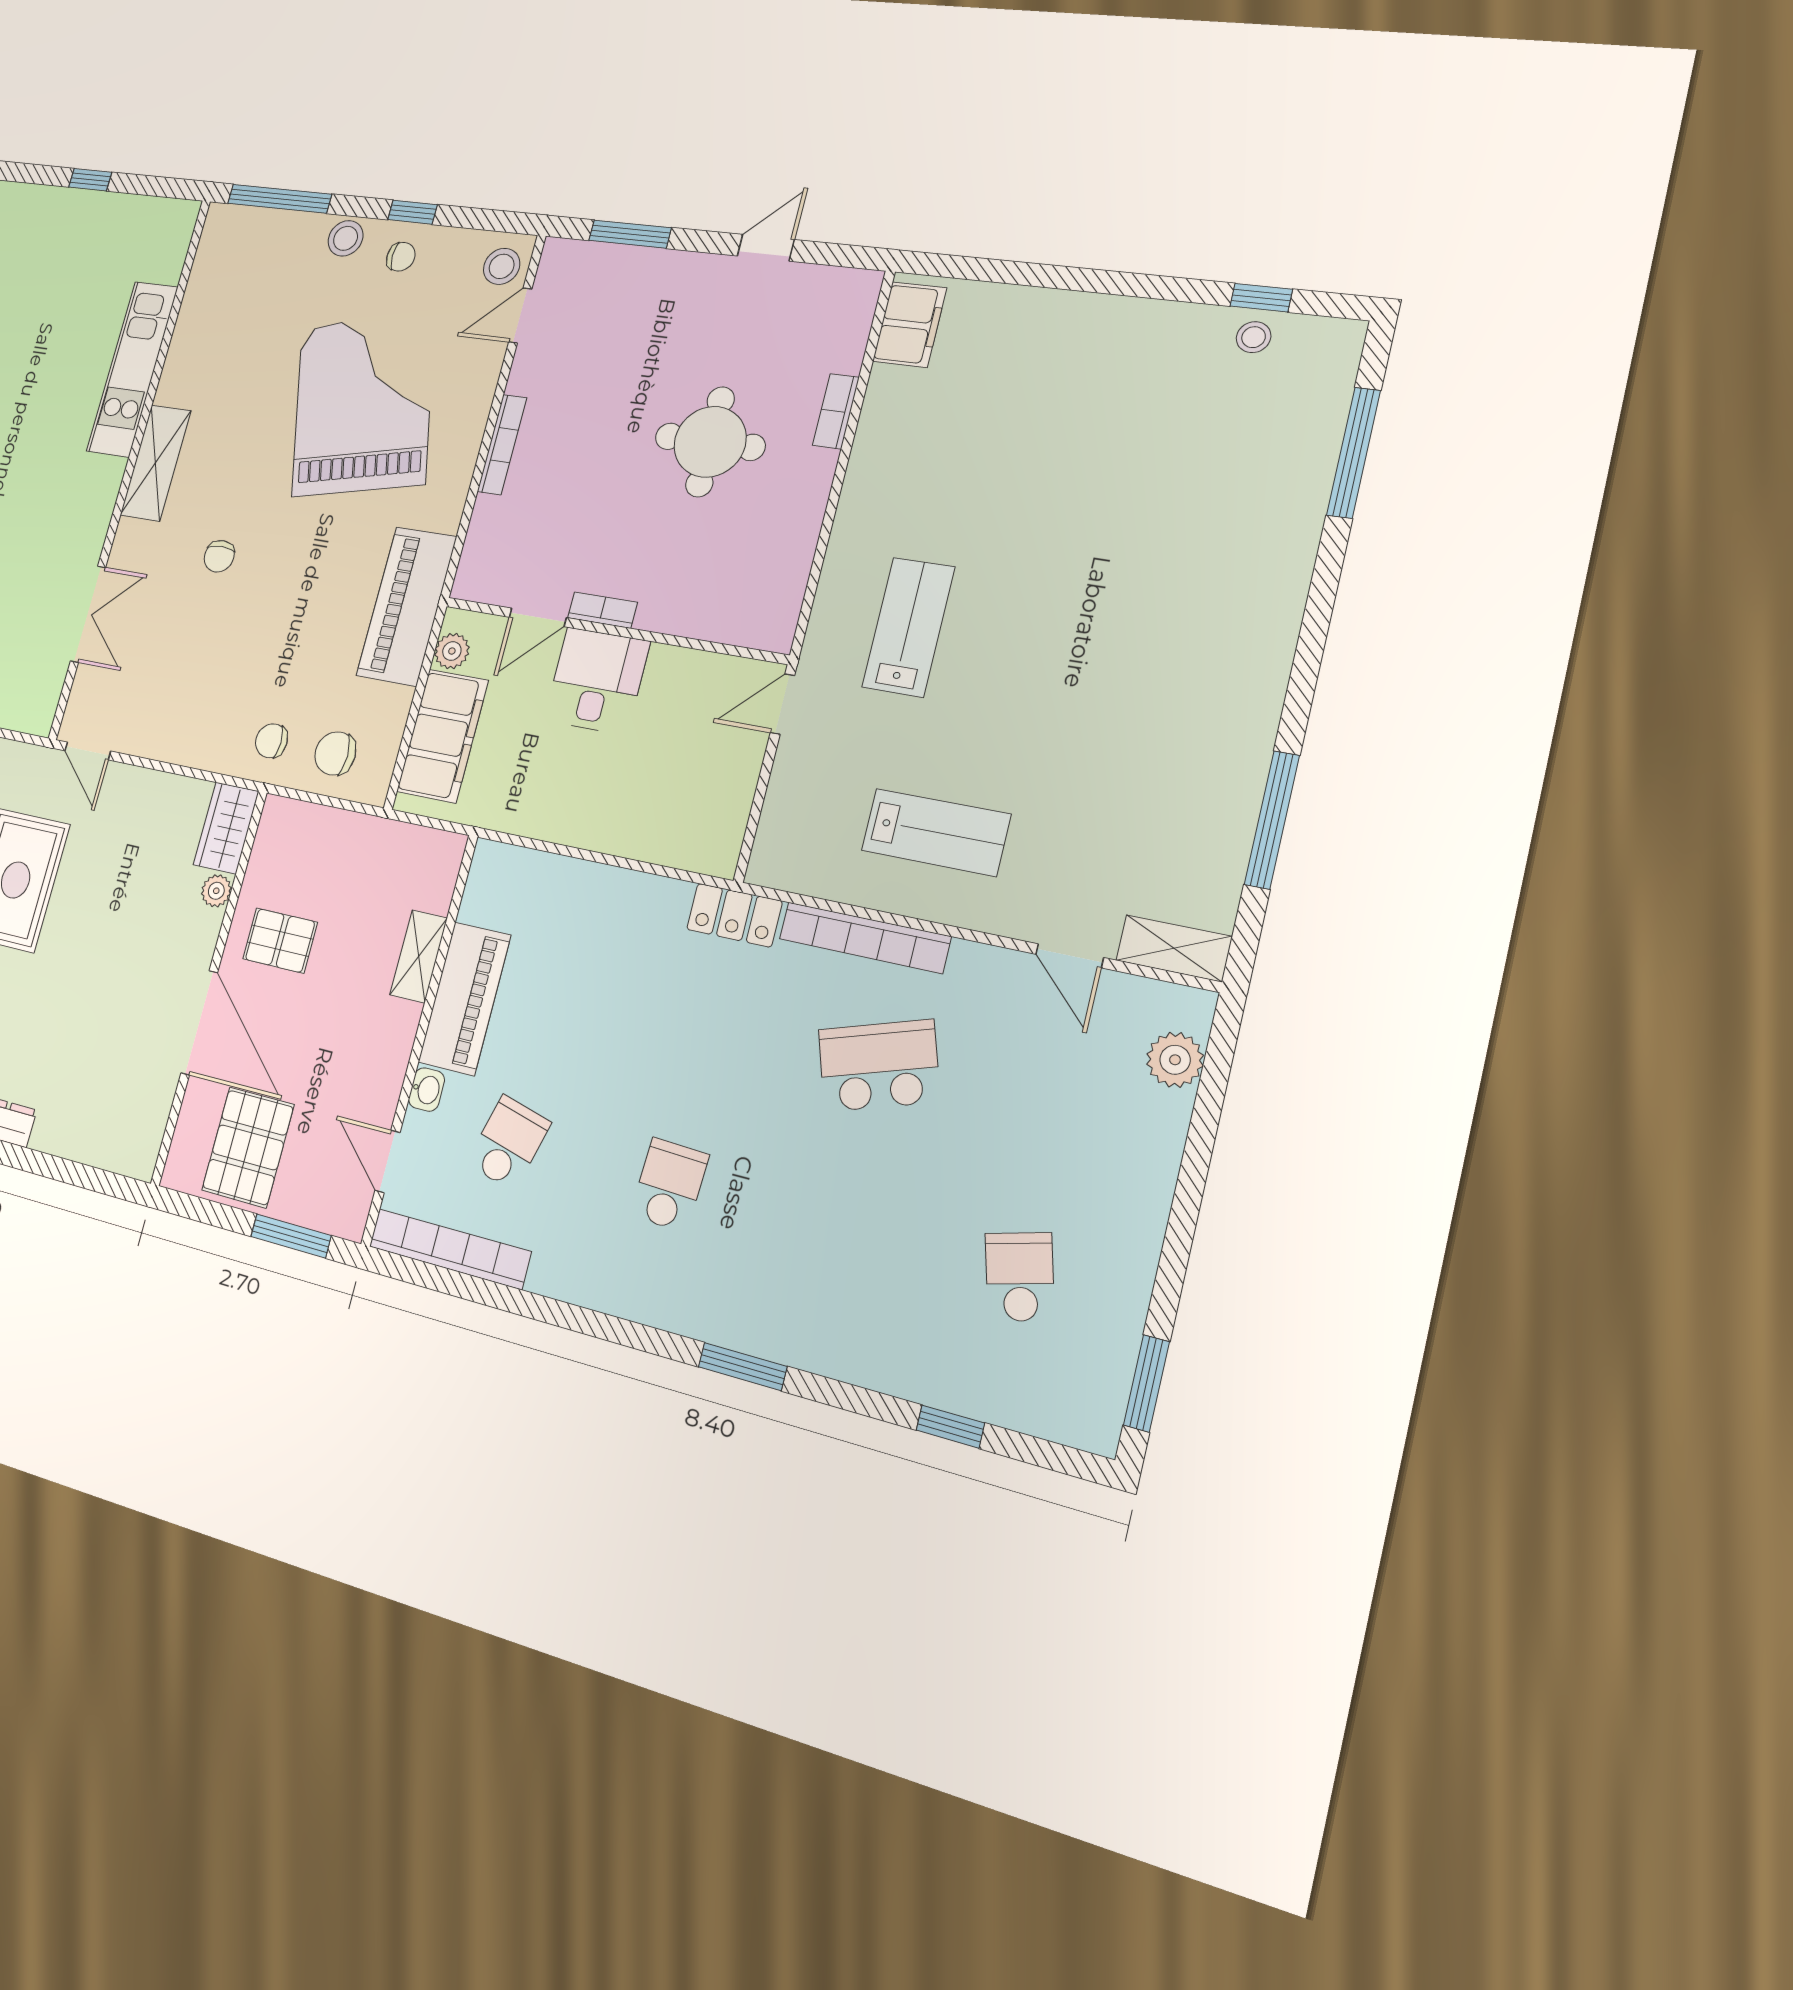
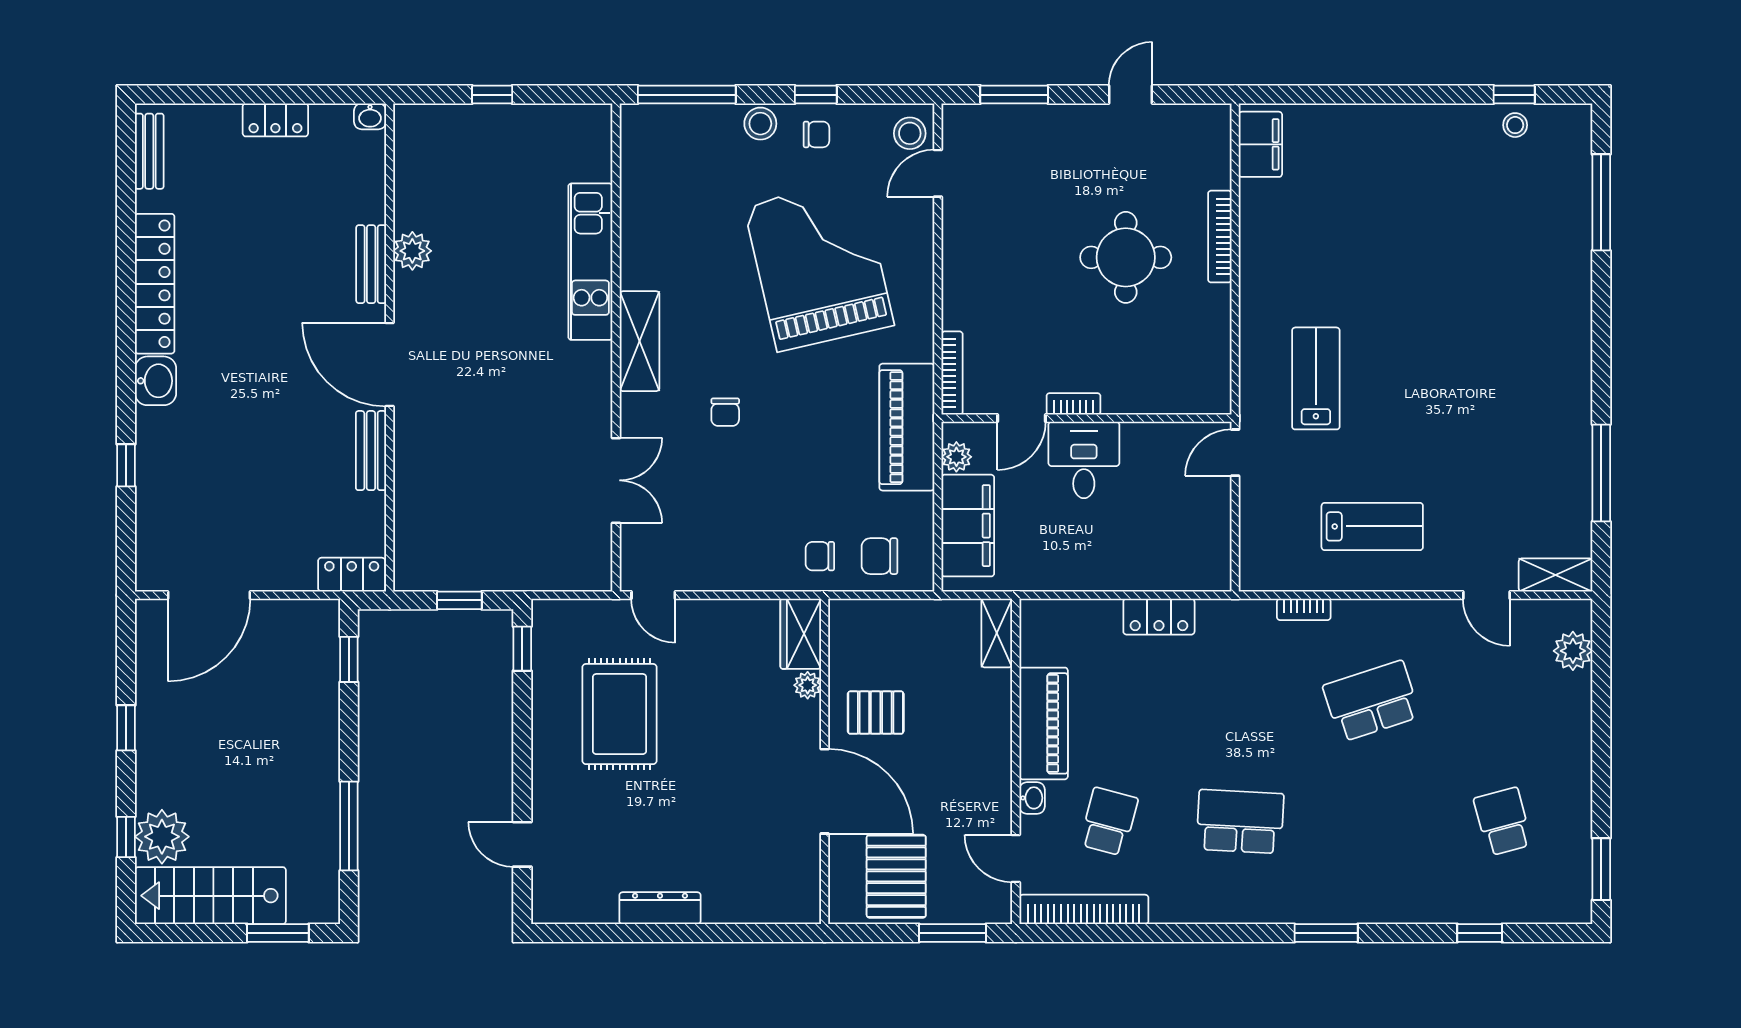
bookcase: (836, 411) -> (1220, 237), width x1.56
bookcase: (502, 445) -> (952, 373), moved
locker: (734, 915) -> (1159, 617), moved
bookcase: (865, 938) -> (1304, 609), width x0.43, depth x0.76
shelving: (419, 956) -> (997, 633), moved
school desk: (669, 1185) -> (1240, 822), width x1.85

